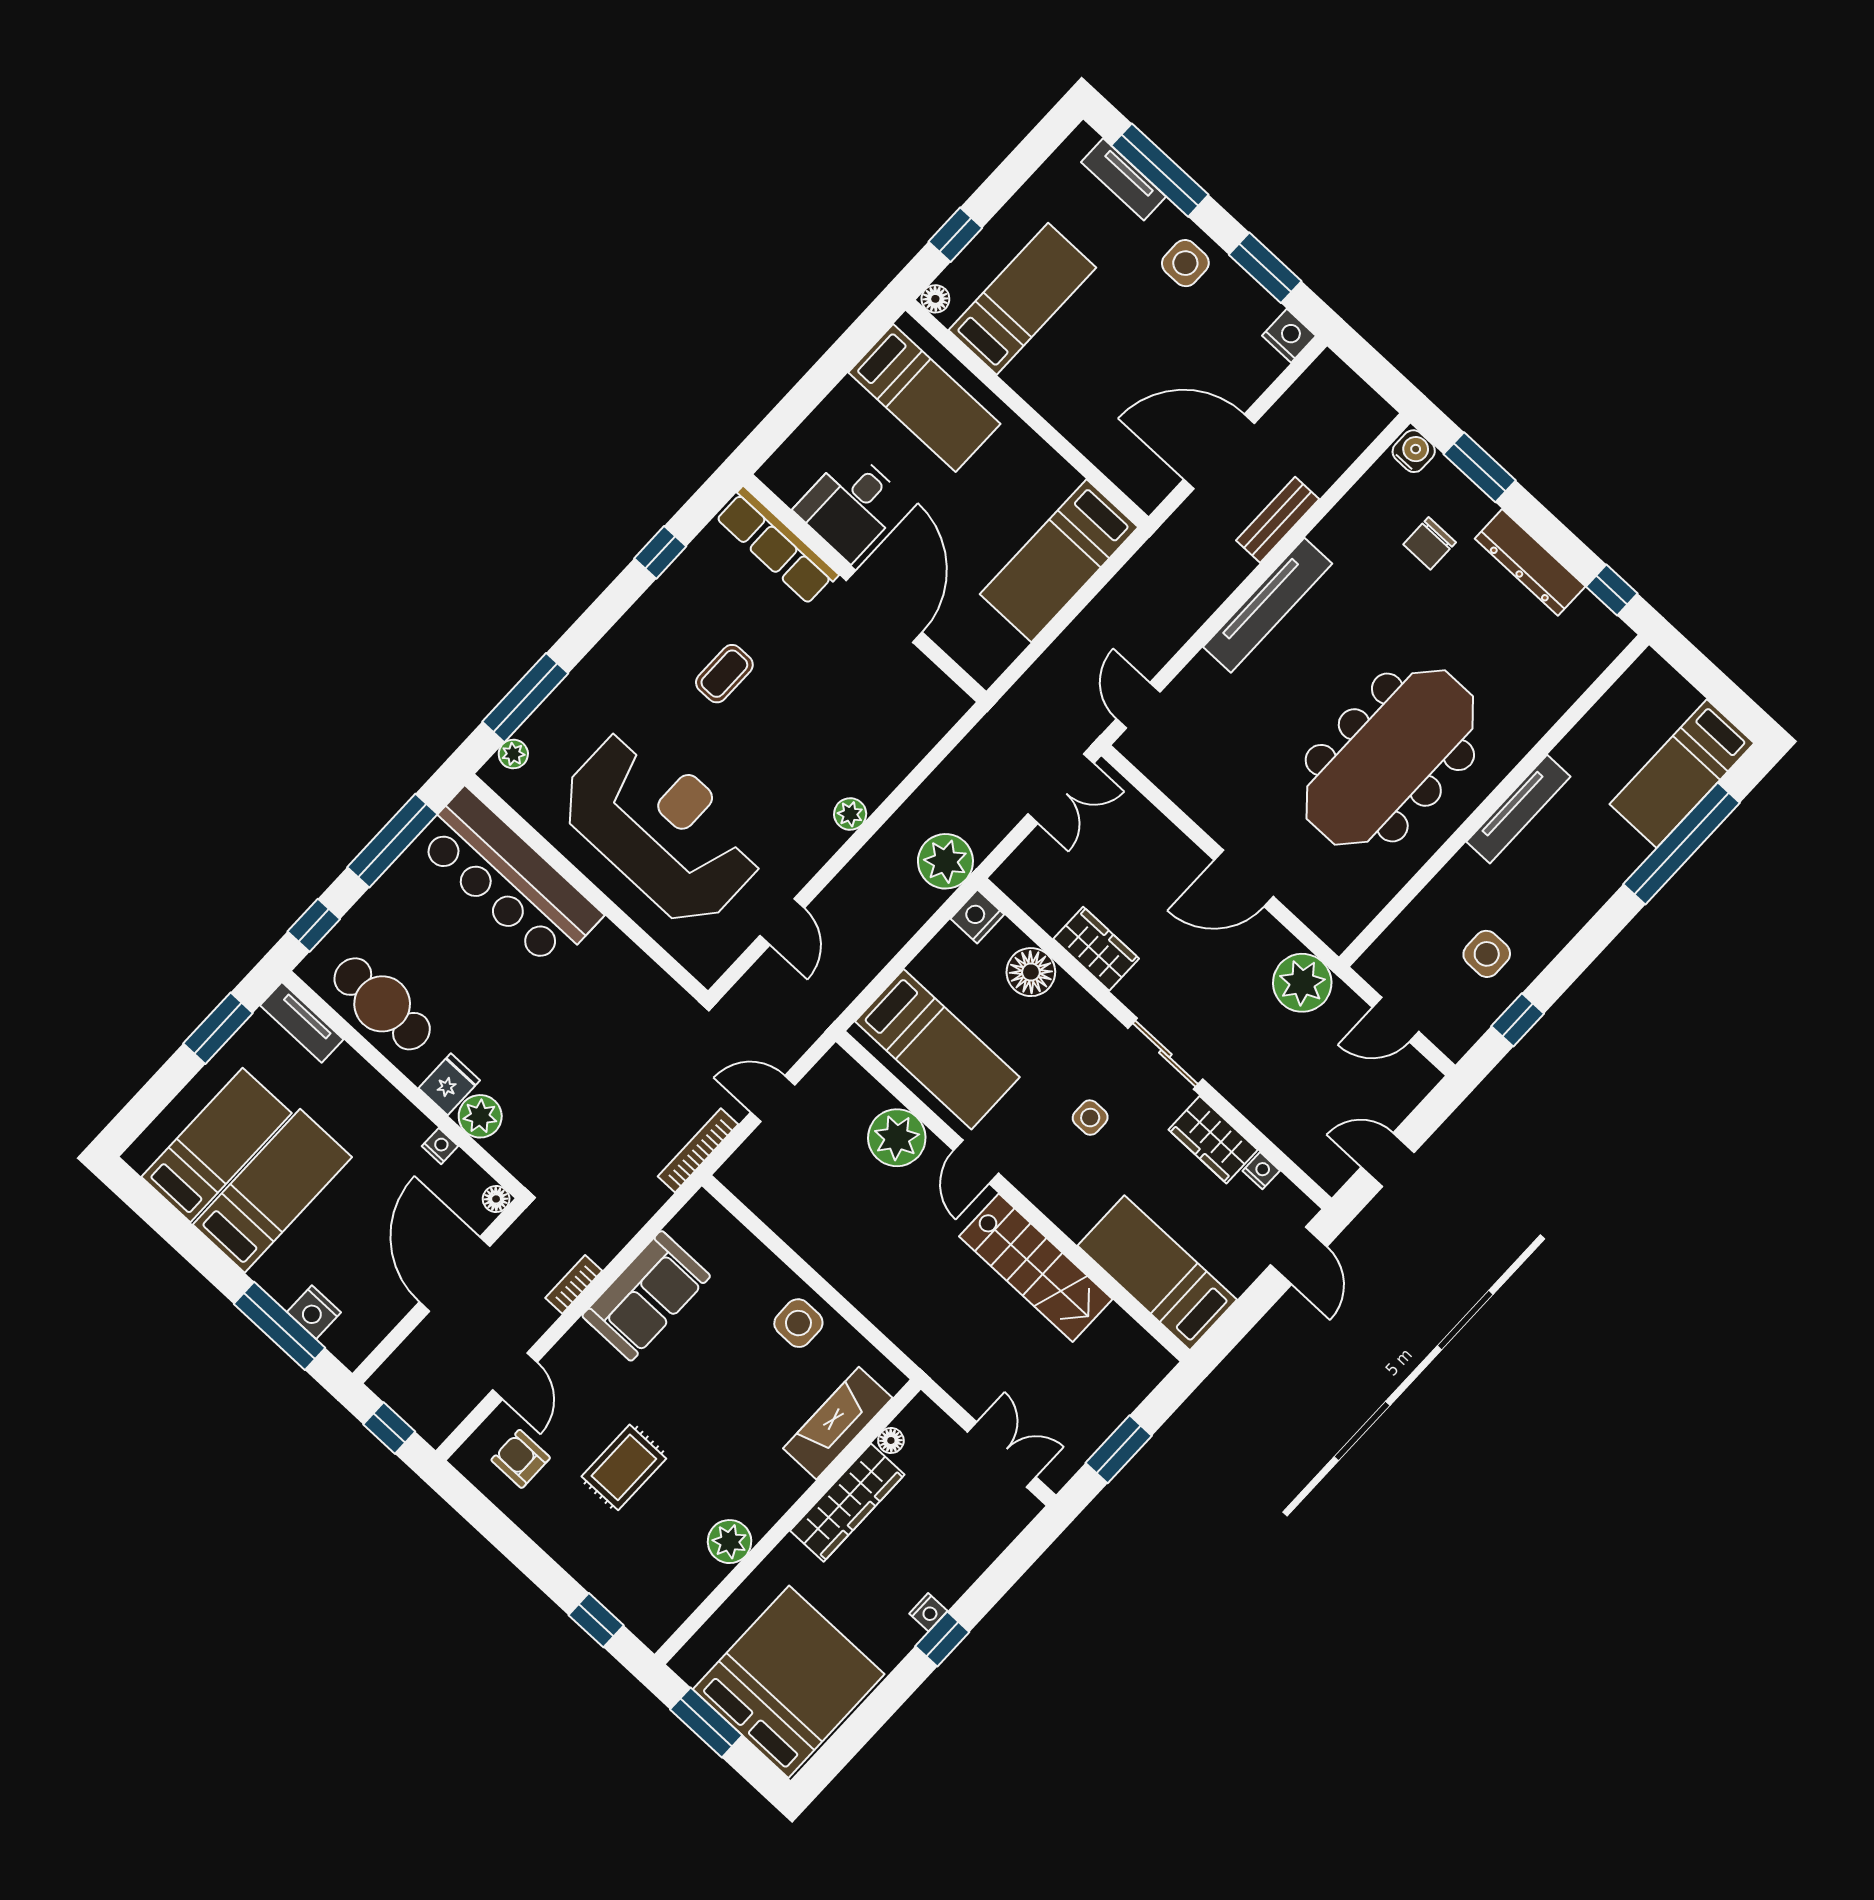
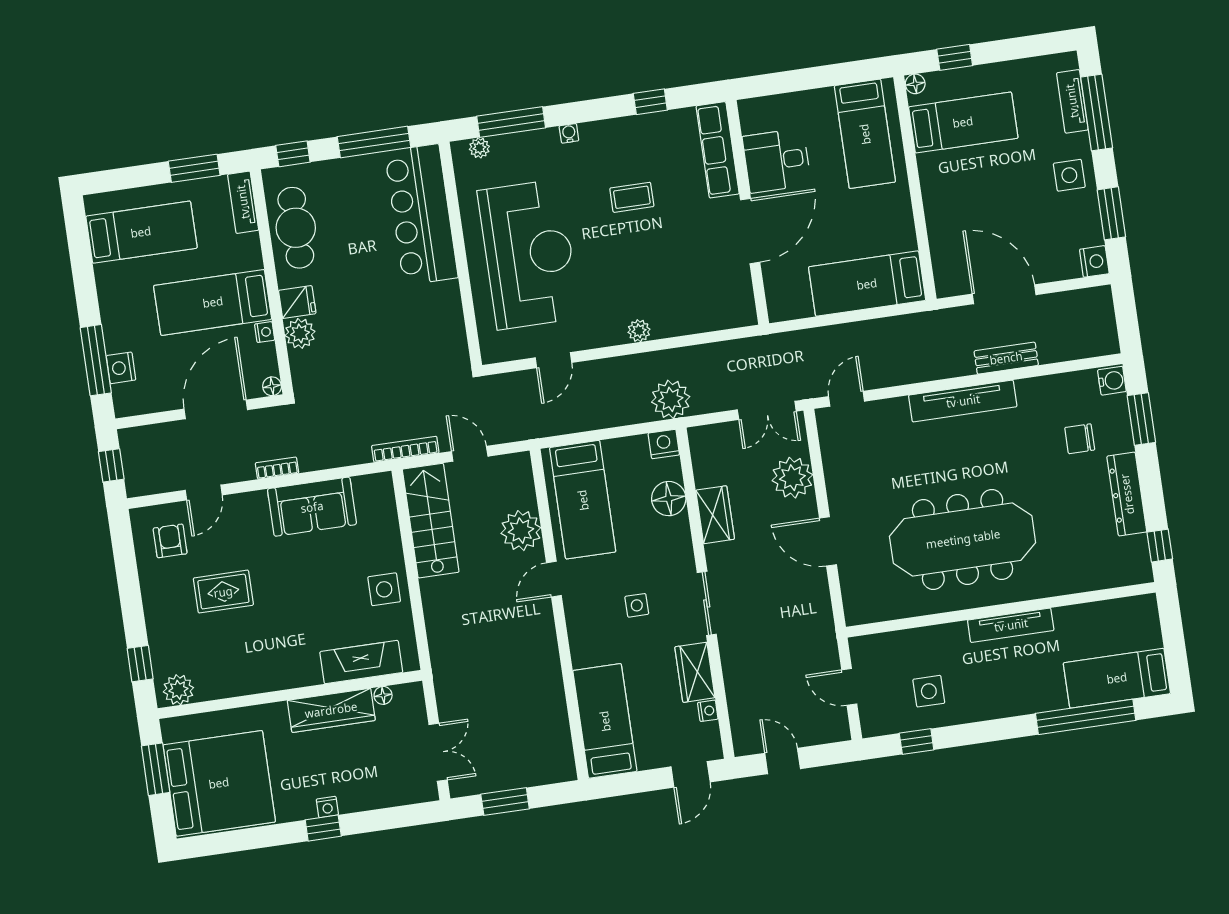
water cooler: (599, 659) -> (569, 133), added
plant: (1302, 983) -> (792, 478), moved
bed: (272, 1191) -> (213, 302), moved, turned 180
stairs: (1036, 1268) -> (431, 521), moved, turned 180
plant: (730, 1542) -> (178, 690), moved

